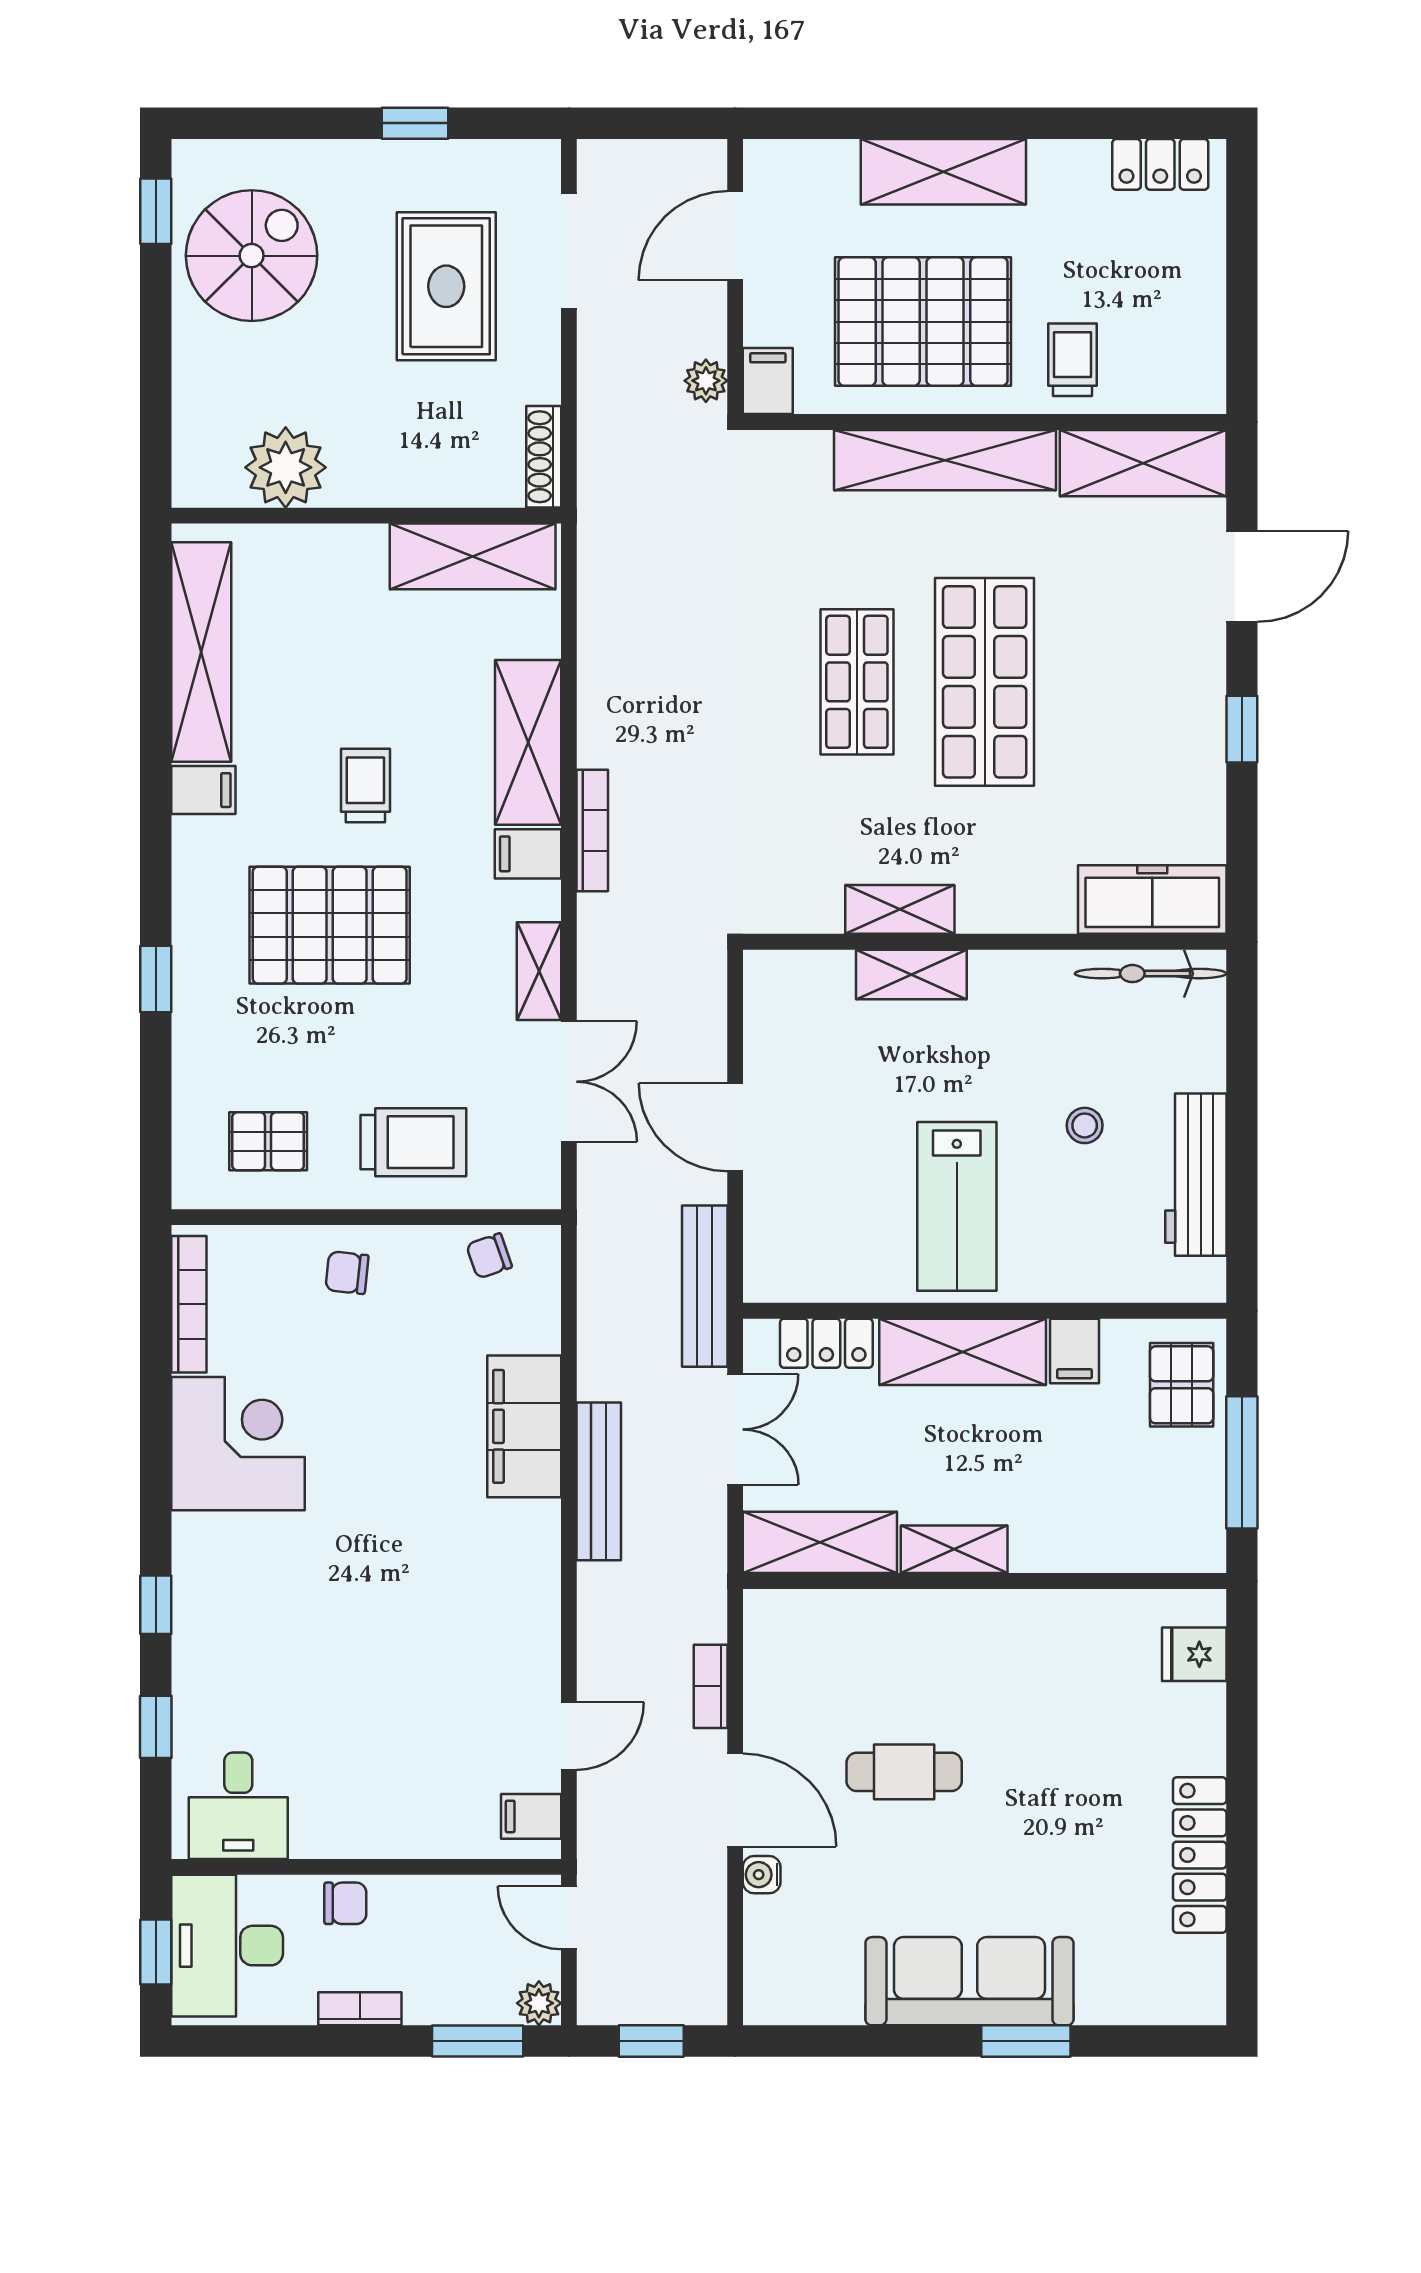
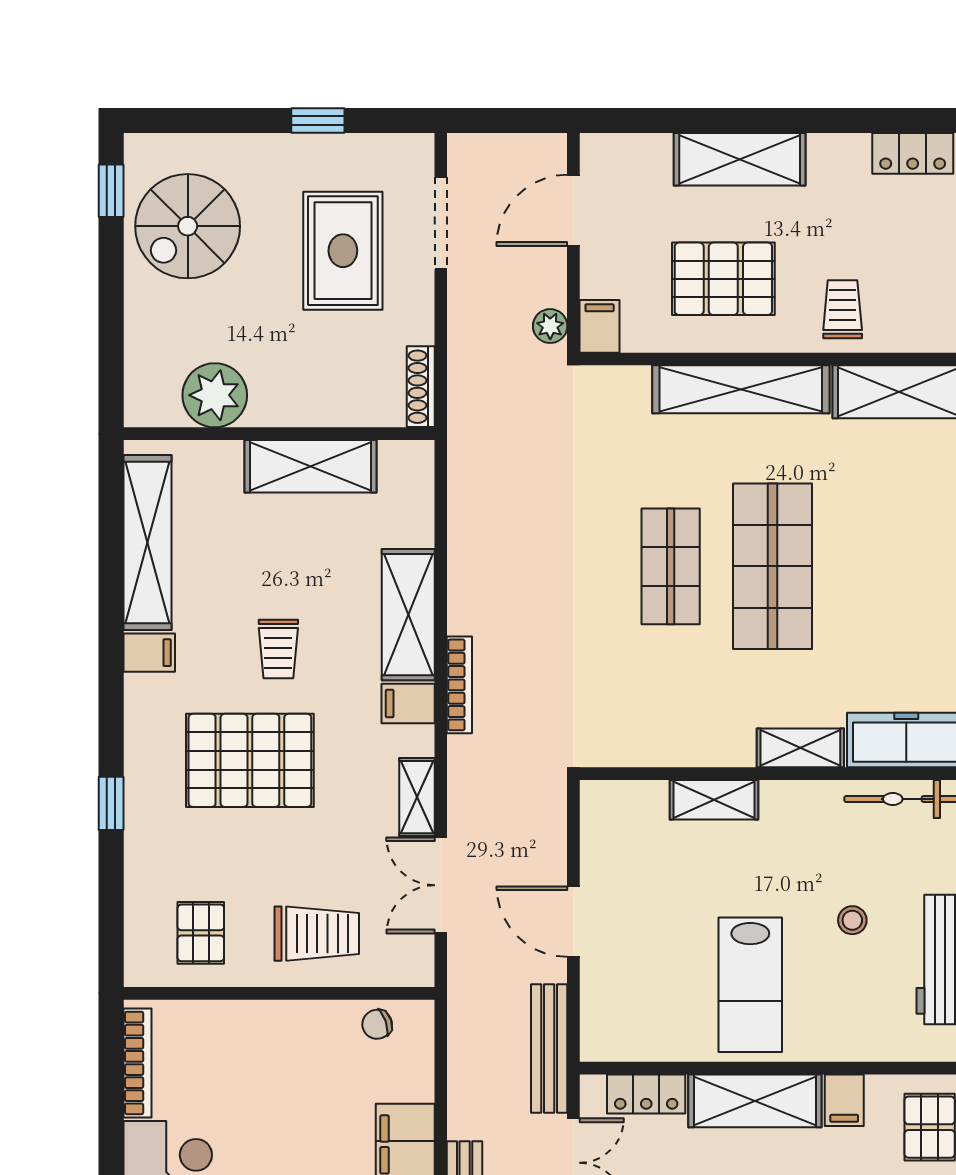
spiral stairs: (252, 256) -> (188, 226), turned 180
pallet: (923, 322) -> (723, 279), width x0.73, depth x0.71
shelving: (473, 556) -> (310, 466), moved
trolley: (365, 785) -> (278, 649), turned 180
shelving: (900, 909) -> (800, 748), moved
double door: (569, 1082) -> (441, 885), swing flipped
pallet: (268, 1141) -> (201, 933), turned 90
chair: (347, 1273) -> (264, 1038), removed

